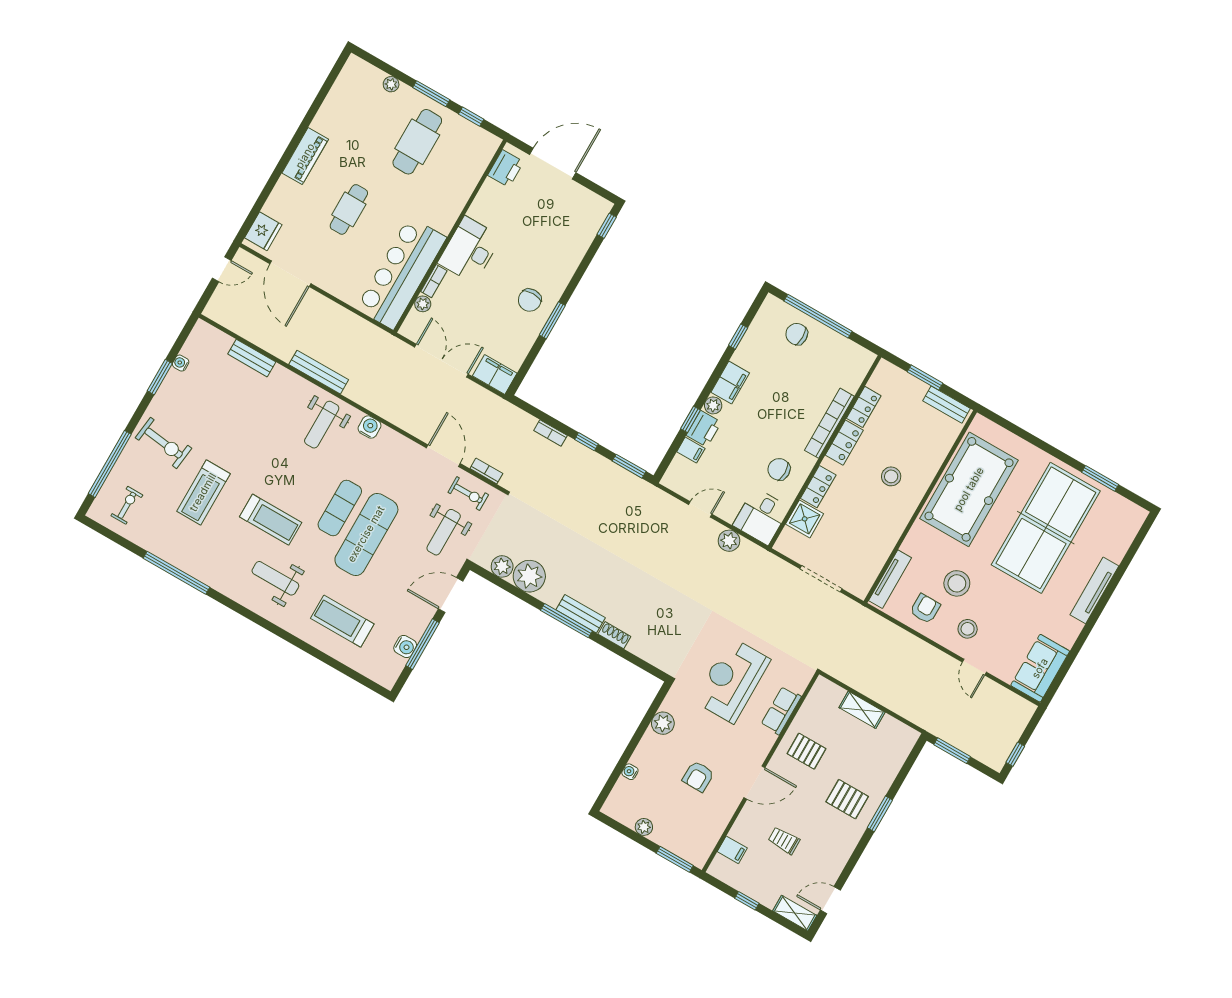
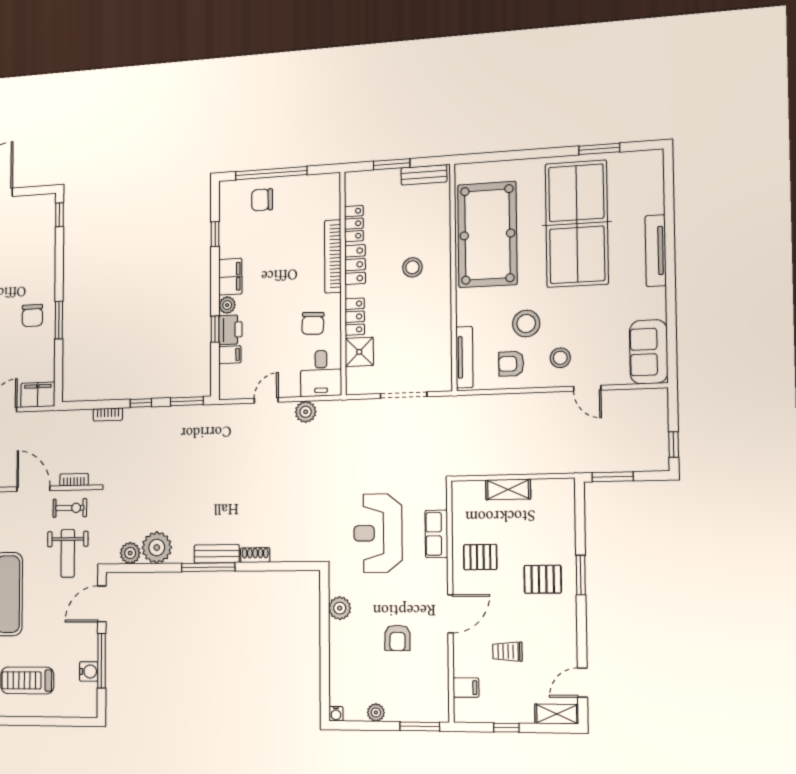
chair: (779, 469) -> (313, 323), turned -87
armchair: (925, 609) -> (511, 364), turned -90
water cooler: (630, 772) -> (336, 714), moved, turned -90

